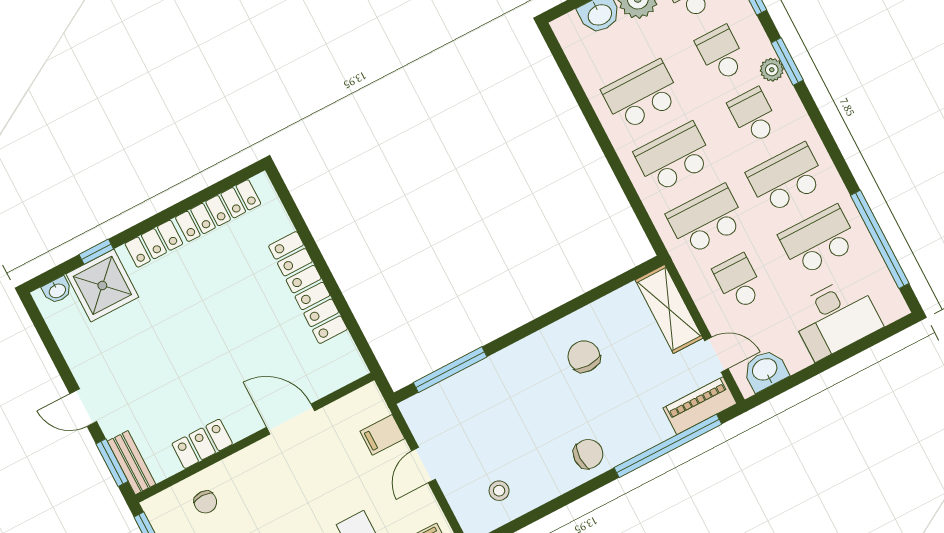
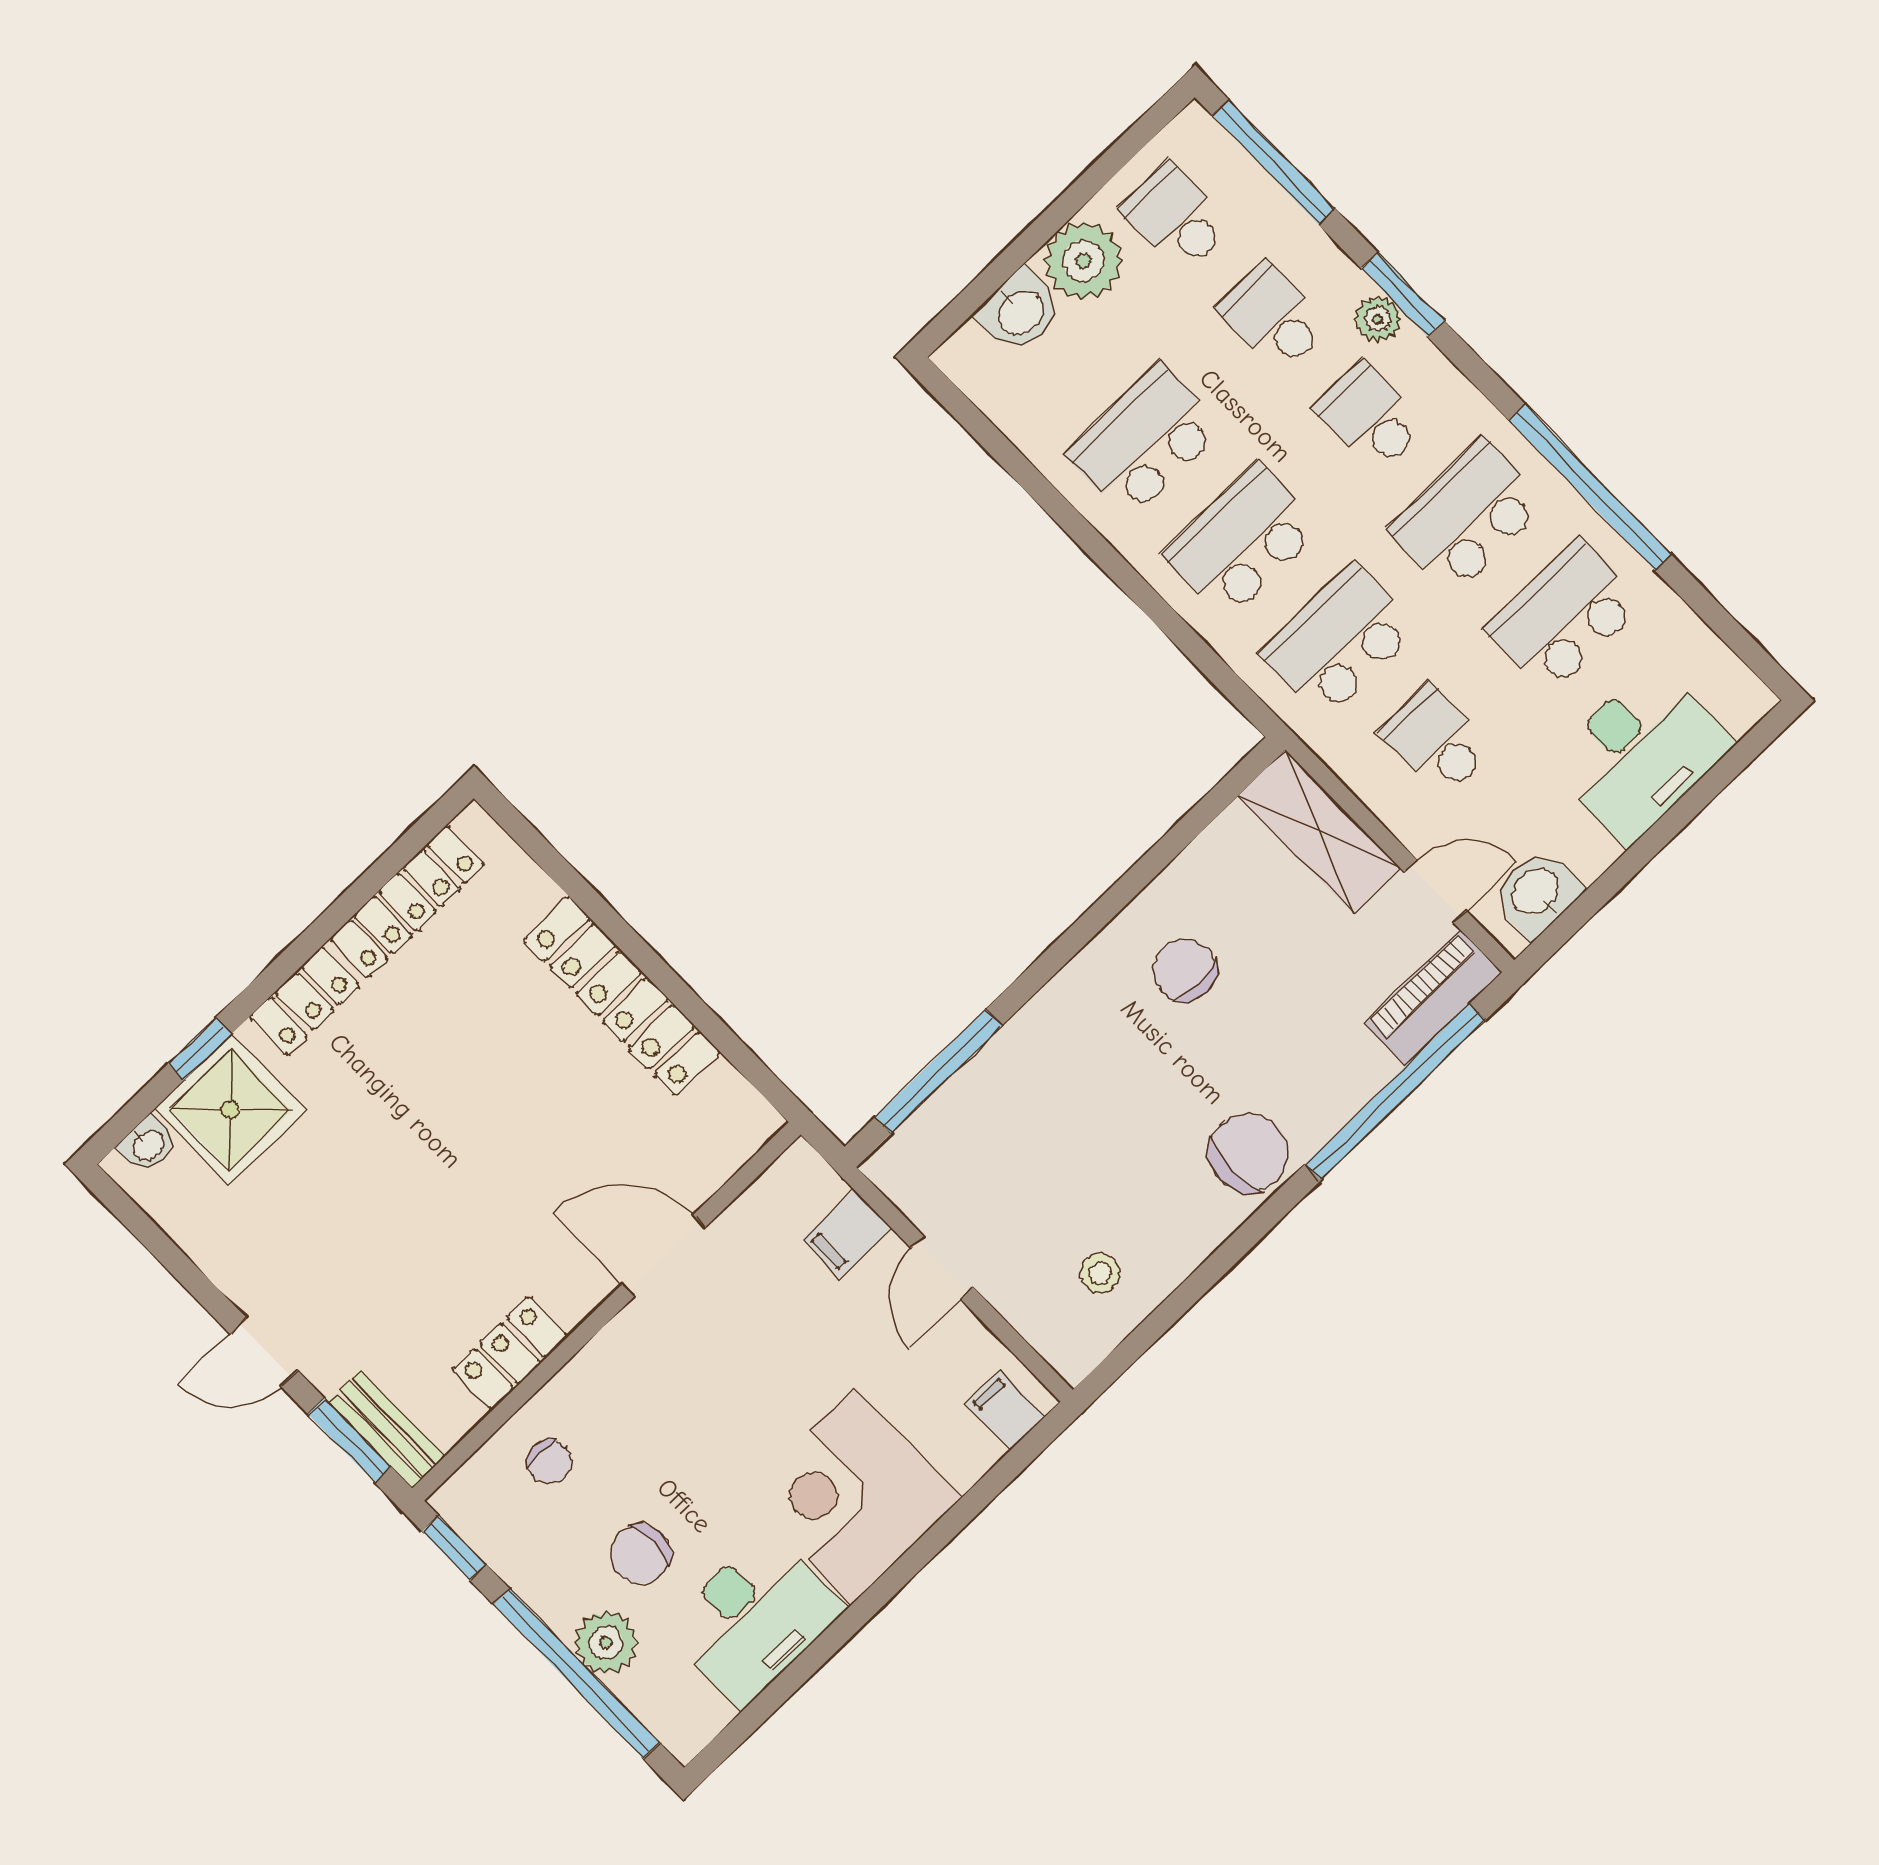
window: (880, 239) -> (1590, 487), moved
chair: (588, 454) -> (1248, 1153), width x1.37, depth x1.37

